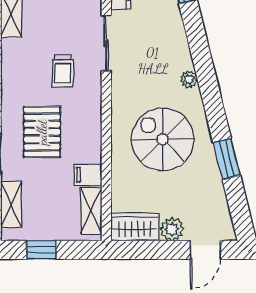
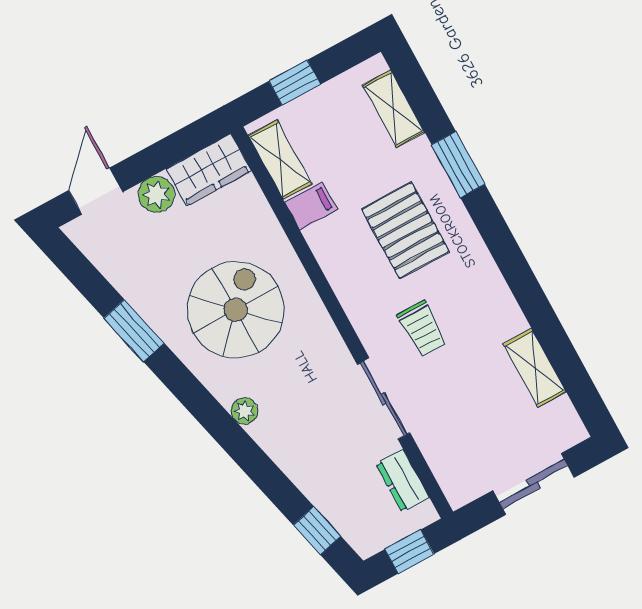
trolley: (63, 71) -> (422, 329), turned 180
spiral stairs: (163, 139) -> (236, 310), turned -90
window: (41, 250) -> (295, 83), moved

